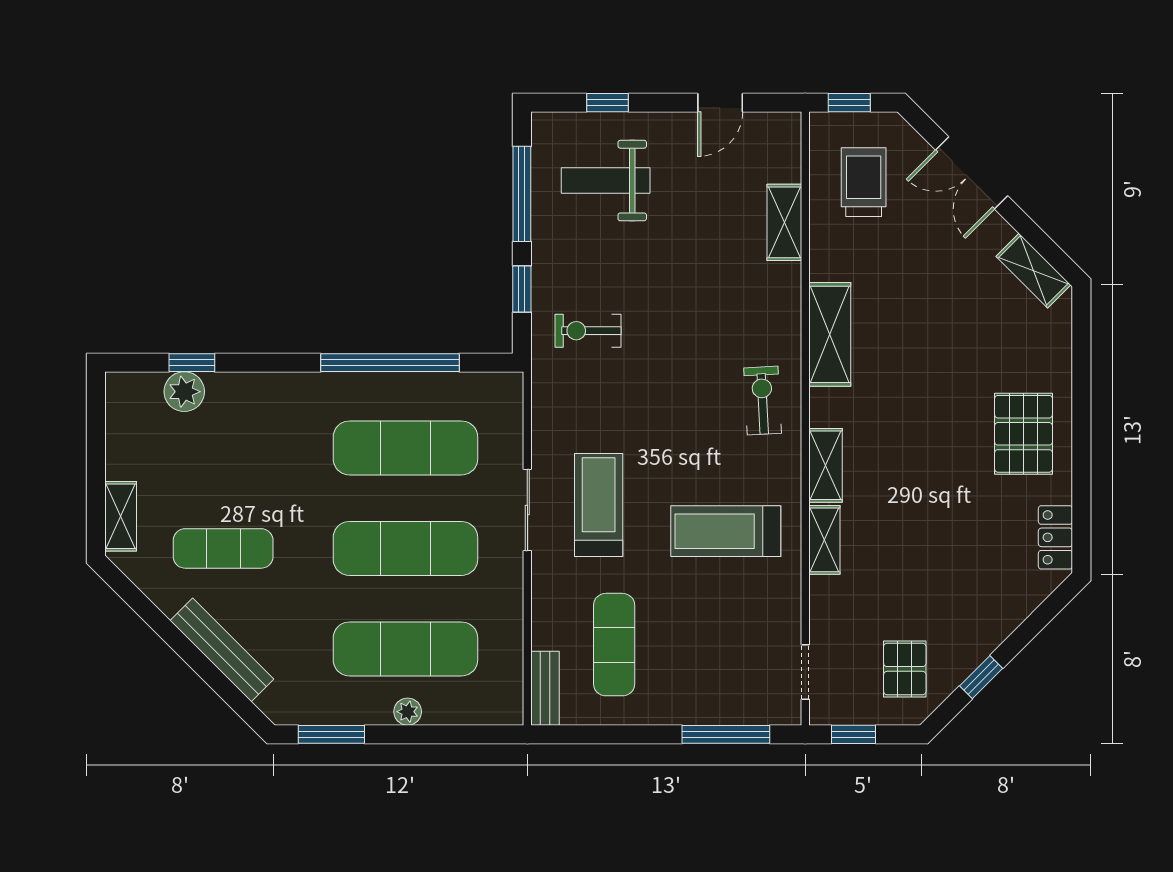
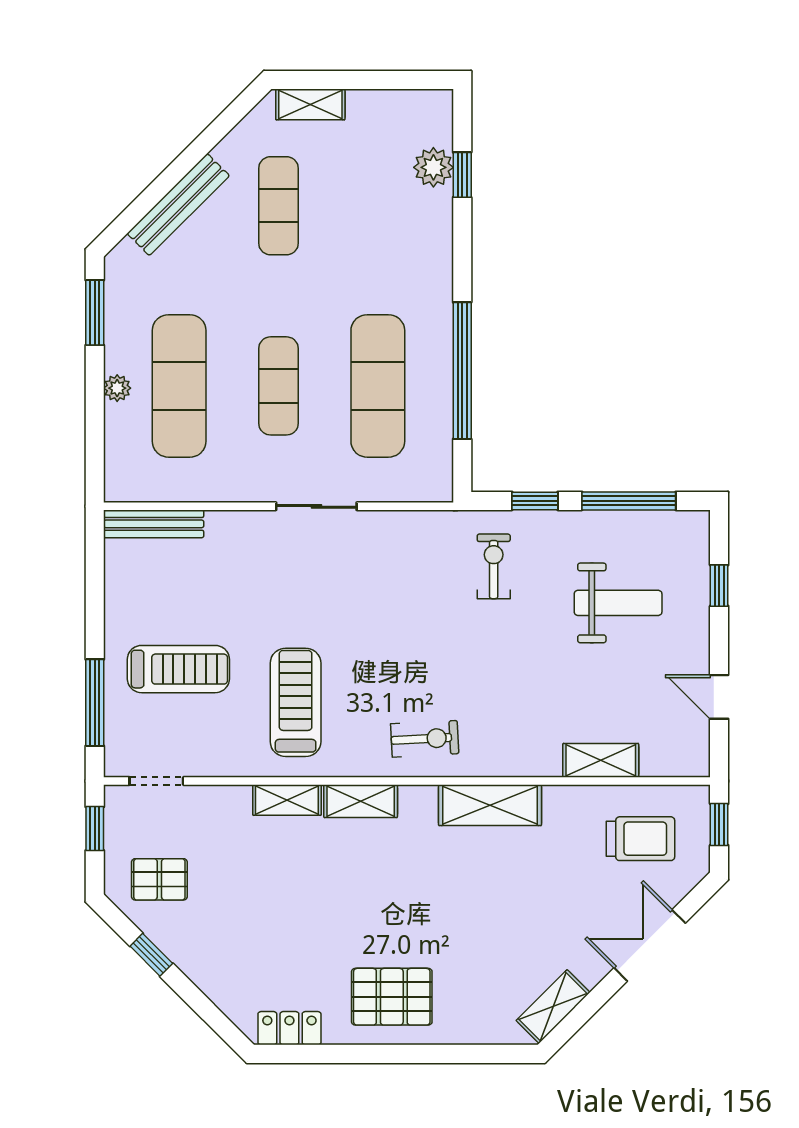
weight bench: (606, 181) -> (618, 603), moved, turned 90
treadmill: (599, 505) -> (178, 669), moved
exercise mat: (405, 548) -> (278, 386), width x0.73, depth x0.69
exercise mat: (614, 645) -> (183, 592), removed
bench: (545, 688) -> (154, 524), width x1.36

